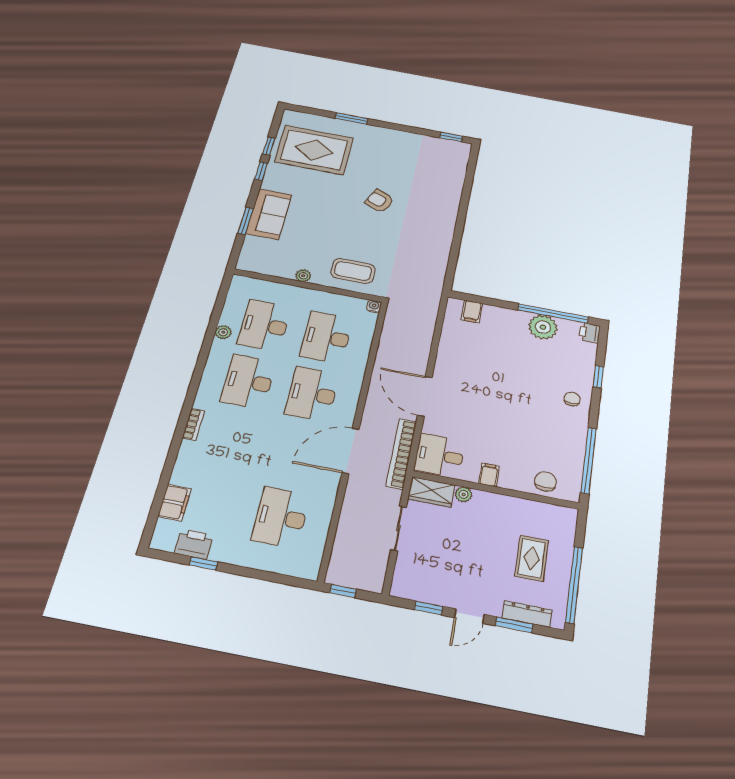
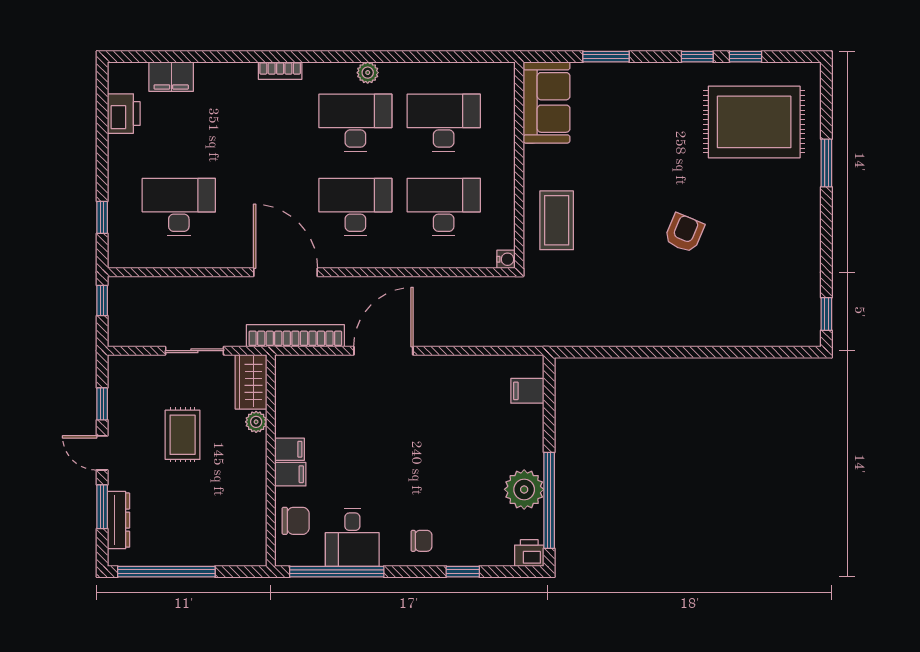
rug: (314, 150) -> (754, 122), turned 90
sofa: (269, 214) -> (546, 102), moved, turned -90
plant: (303, 276) -> (533, 155), removed
plant: (223, 332) -> (368, 73), moved
desk: (440, 456) -> (352, 537), moved, turned 180
filing cabinet: (509, 478) -> (290, 474), added
rug: (532, 558) -> (183, 435), moved, turned 90
window: (203, 563) -> (102, 217), moved

